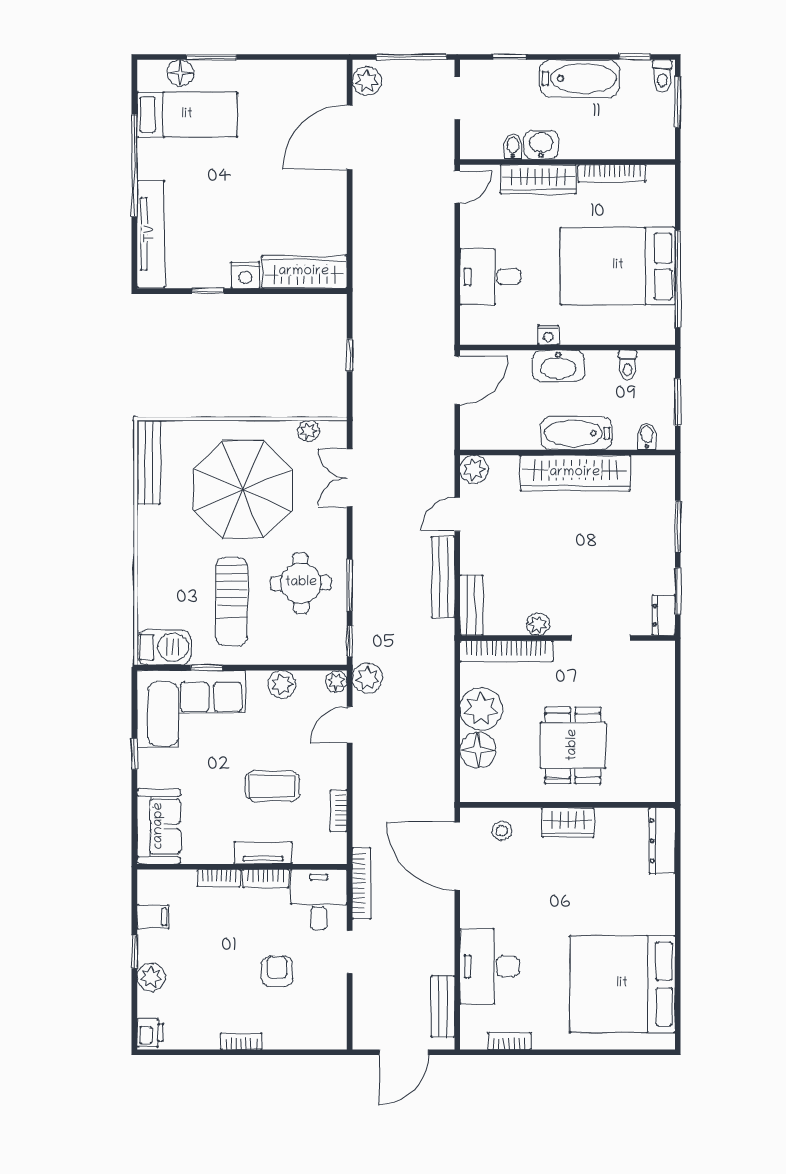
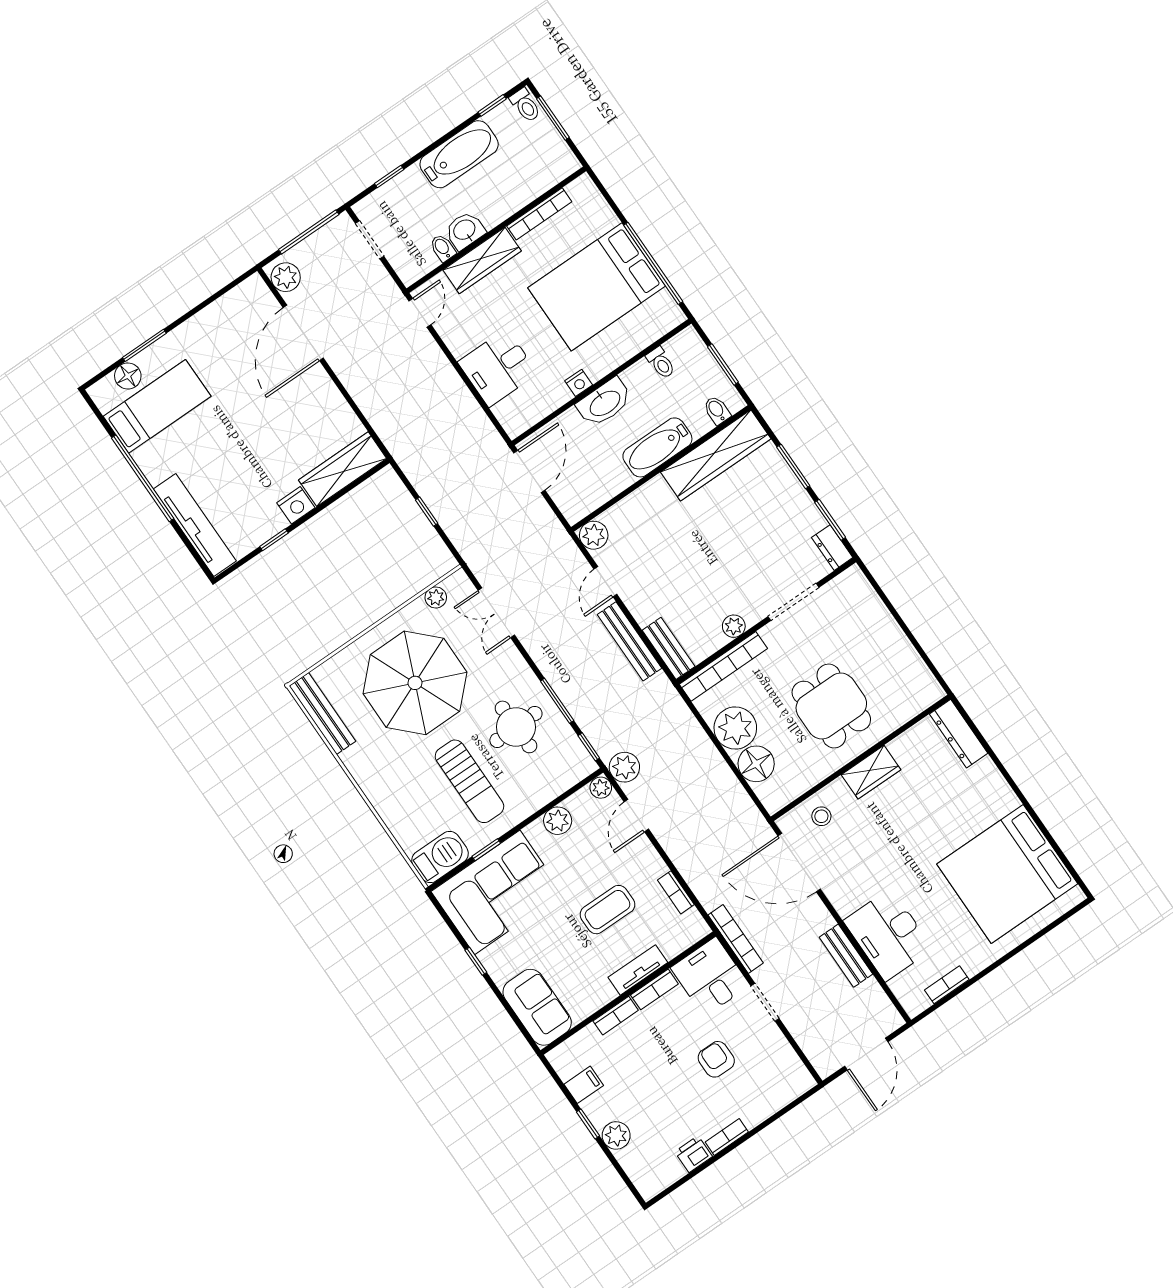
wardrobe: (575, 473) -> (716, 455), moved
bench: (443, 1006) -> (846, 956), moved
printer: (150, 1033) -> (693, 1154), moved, turned -90

